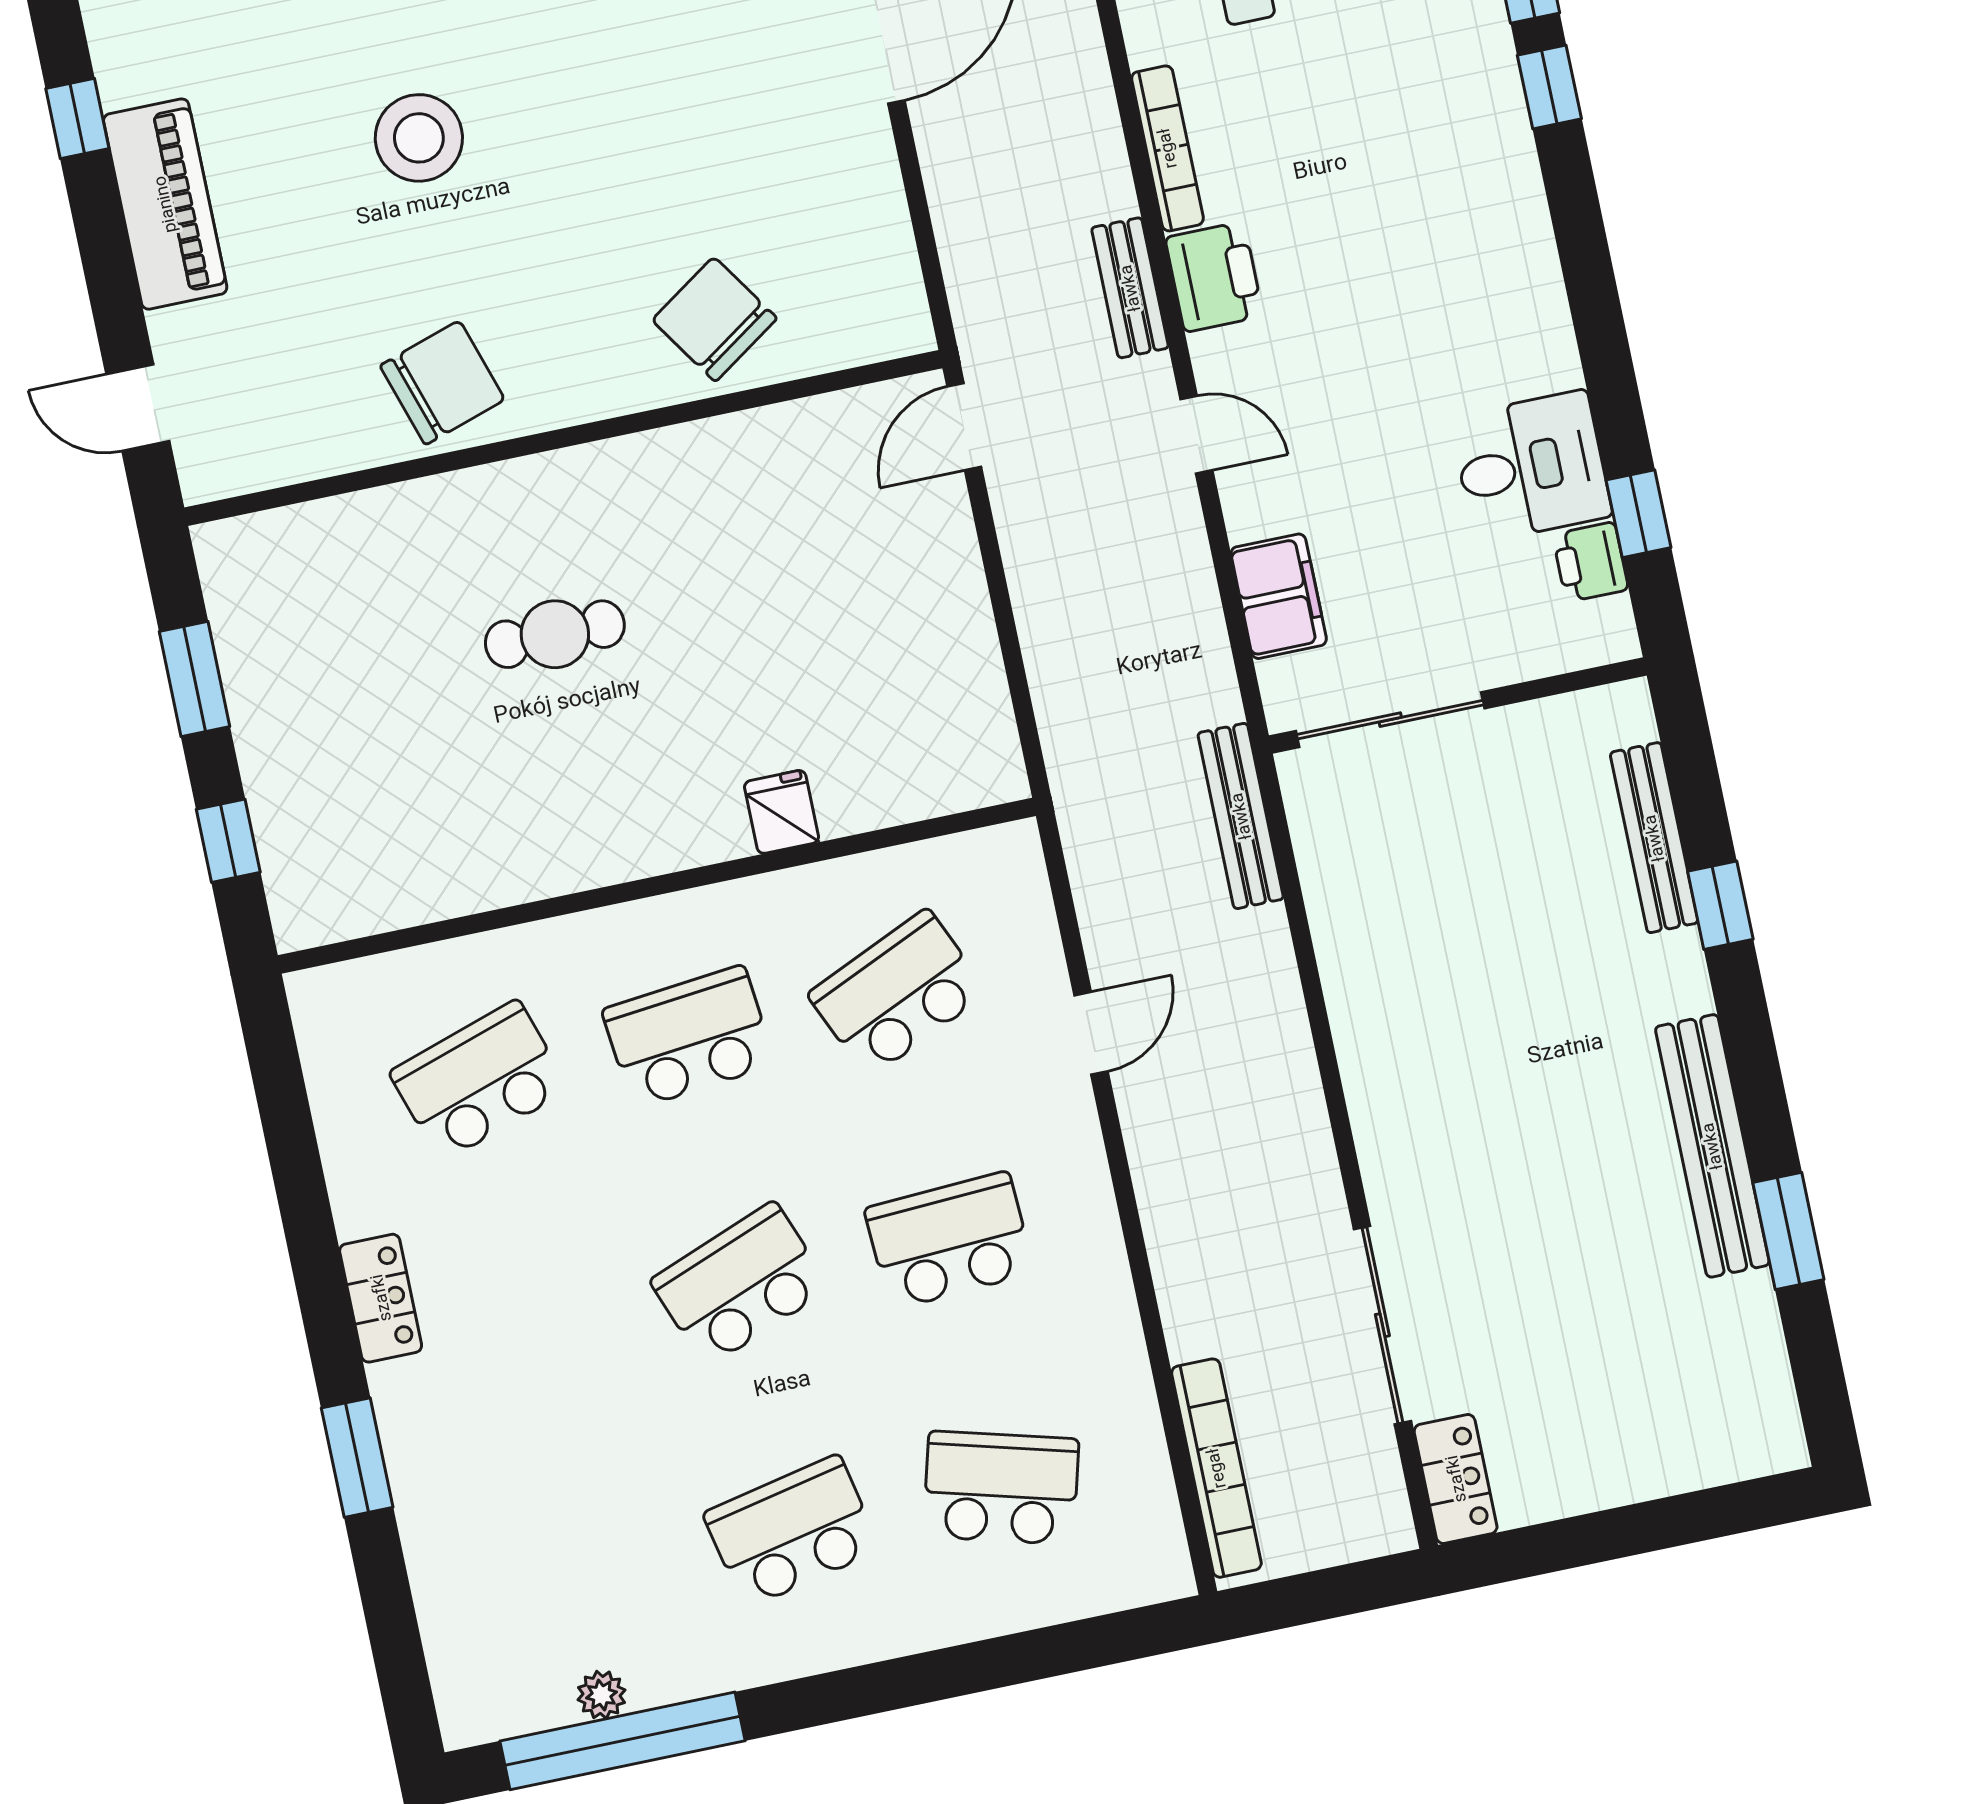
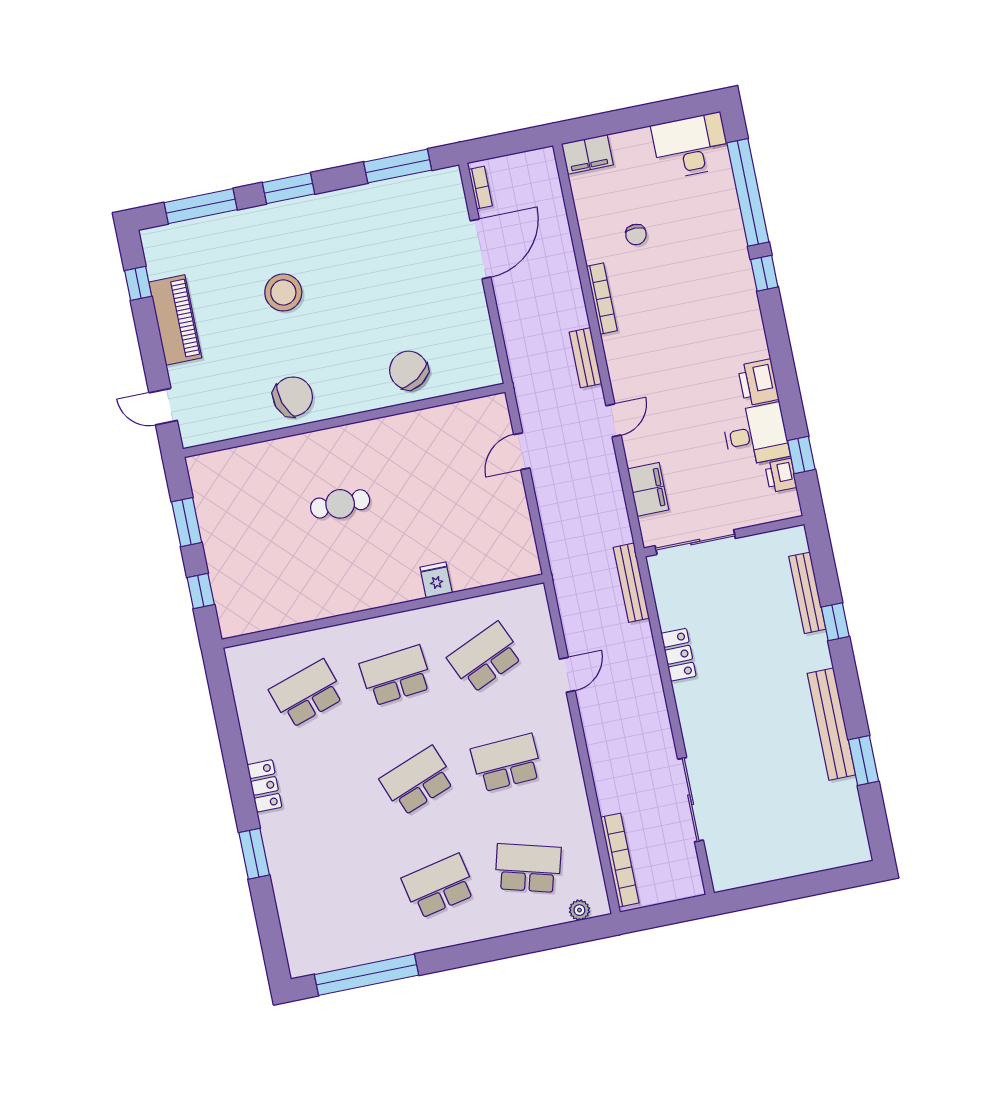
printer: (1214, 277) -> (758, 382), moved, turned 180
door: (964, 427) -> (522, 451), moved
door: (1196, 435) -> (613, 420), hinge flipped
locker: (1456, 1479) -> (679, 655), moved
plant: (601, 1695) -> (579, 910), moved

